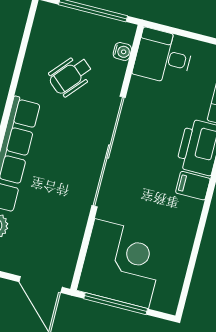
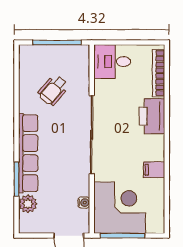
water cooler: (122, 51) -> (84, 203), moved
filing cabinet: (193, 186) -> (154, 170), moved

